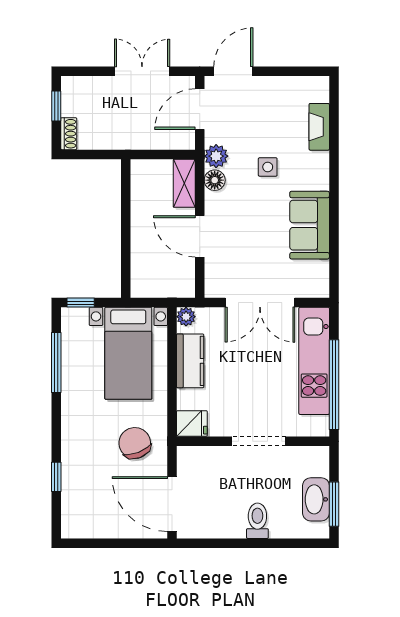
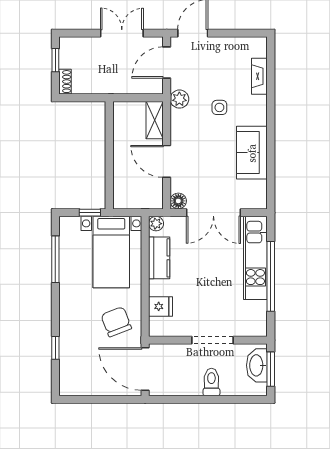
floor lamp: (215, 180) -> (178, 201), moved
window: (81, 303) -> (90, 213), moved
wall: (253, 441) -> (208, 340), moved
doorway: (259, 441) -> (212, 340), moved

